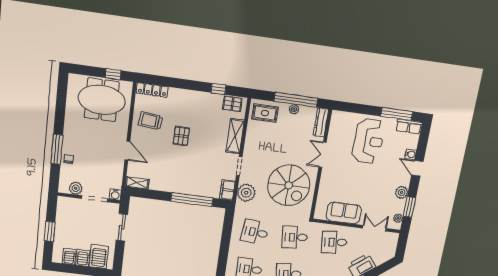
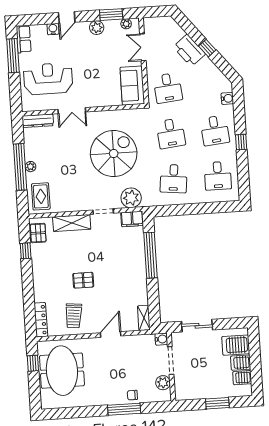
dresser: (321, 122) -> (38, 121), moved
double door: (323, 155) -> (72, 111), moved
wall: (321, 165) -> (83, 110), moved

